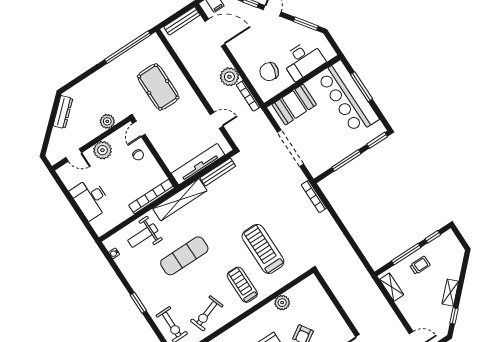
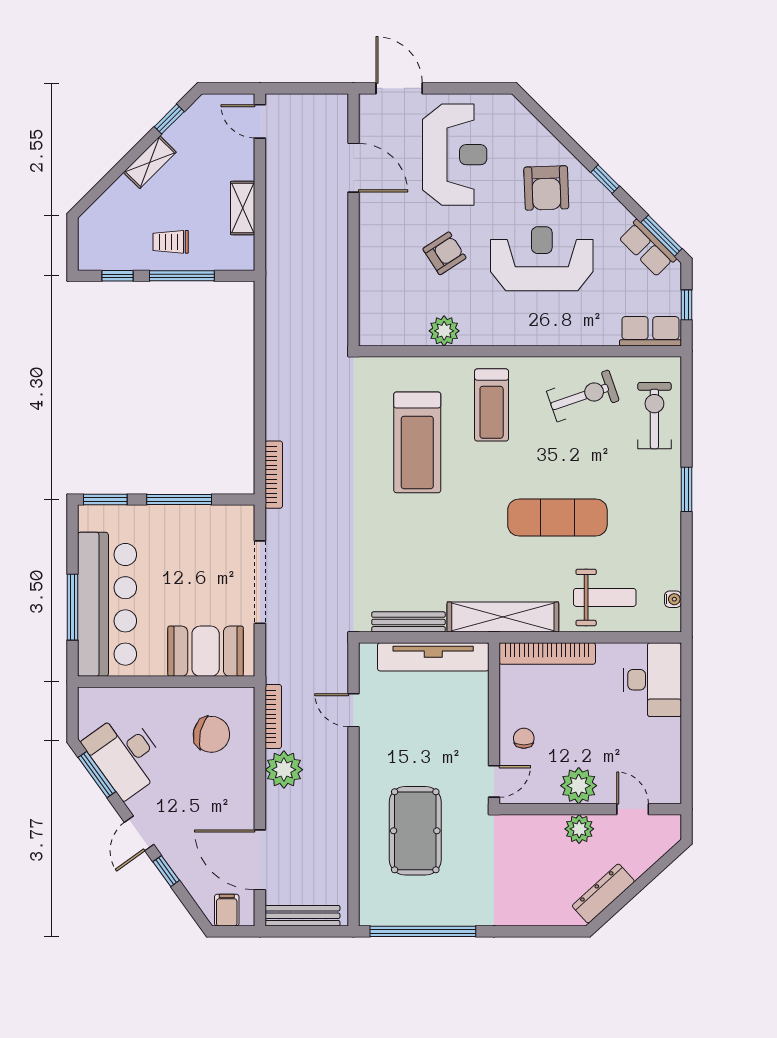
desk: (303, 60) -> (125, 755), moved, turned -126
plant: (107, 121) -> (579, 829), moved
desk: (91, 199) -> (652, 680), moved
shelving: (392, 287) -> (243, 208), moved

